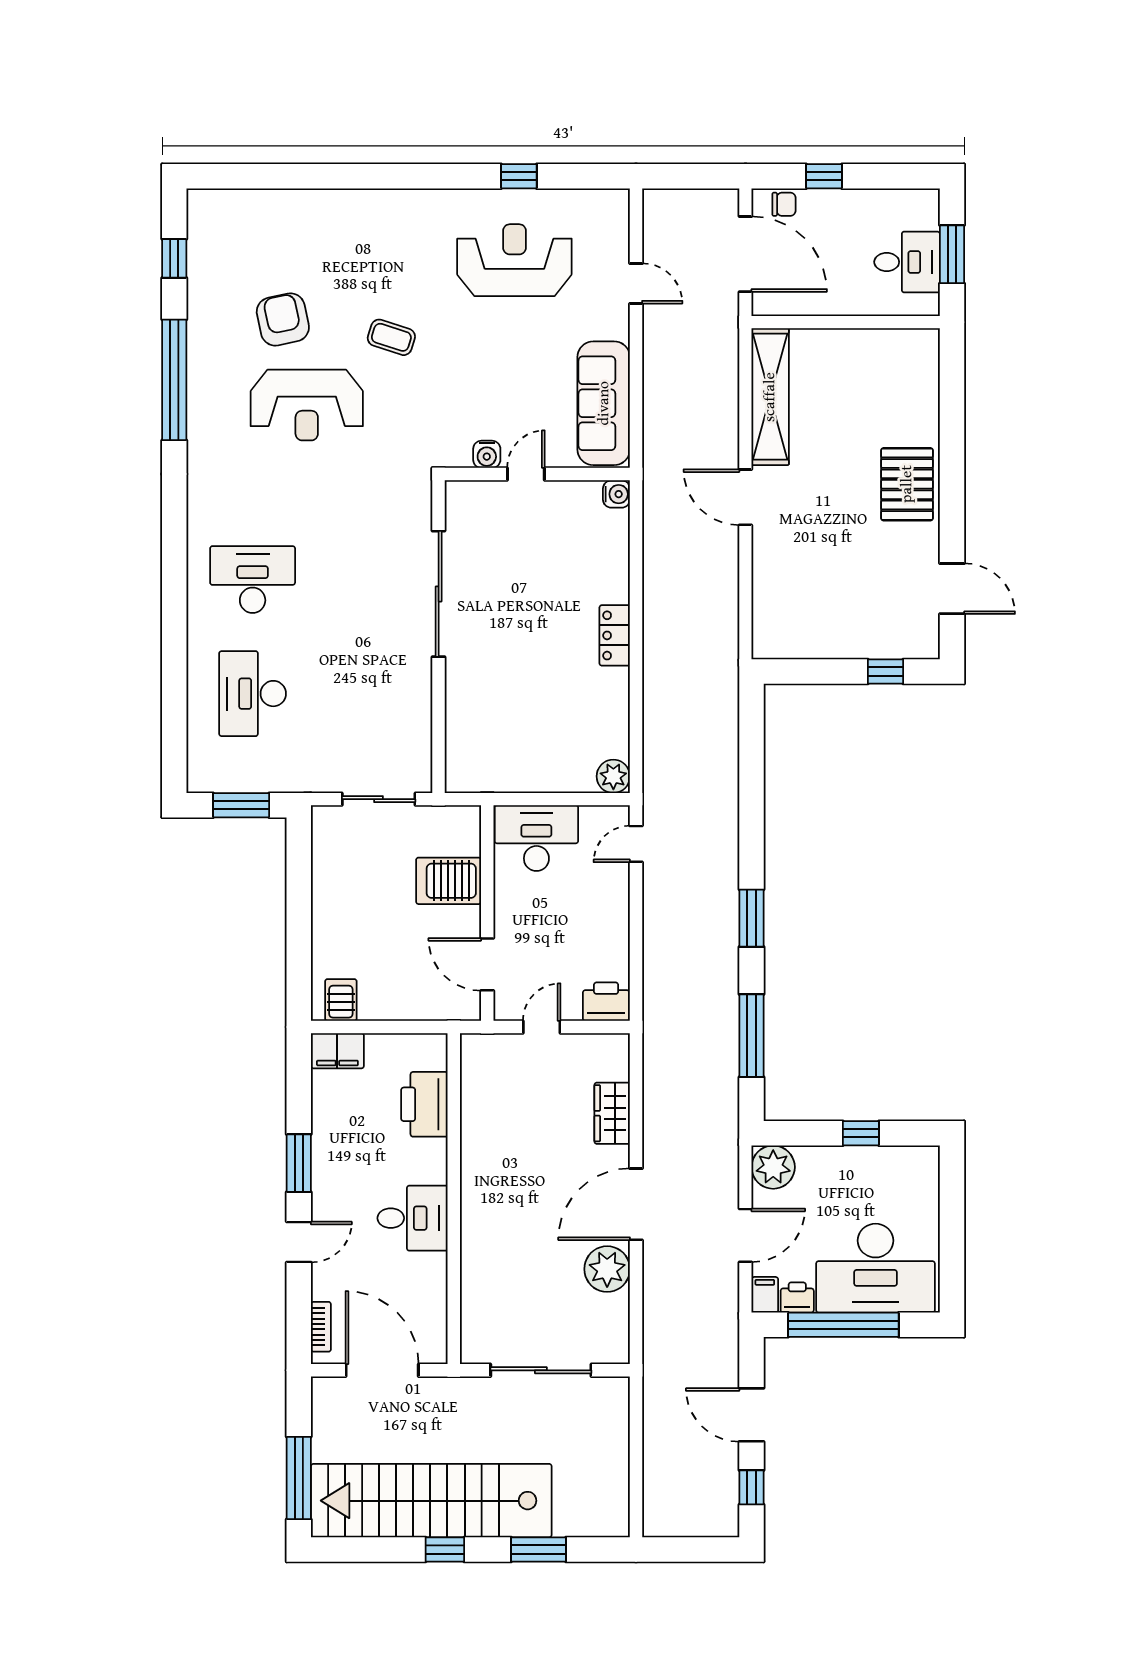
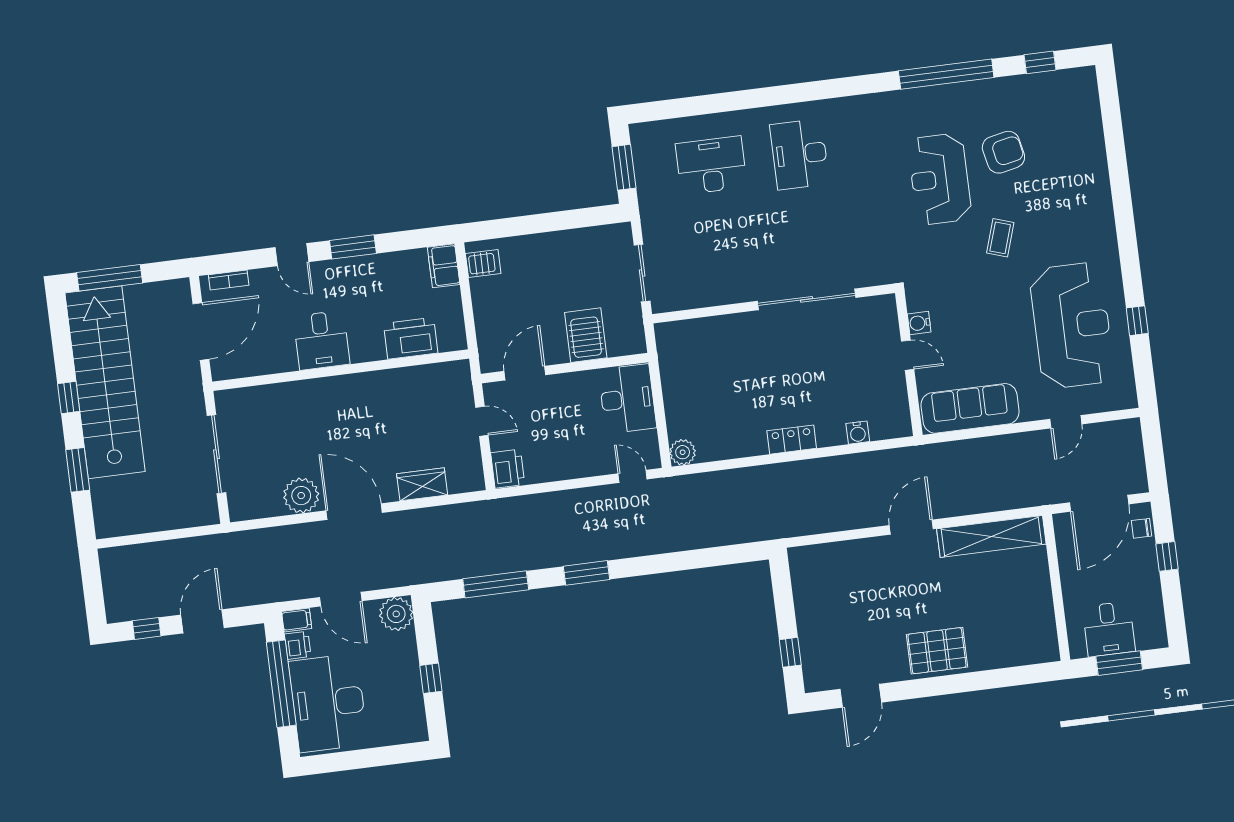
chair: (784, 204) -> (1141, 528), turned 90
reception desk: (514, 260) -> (1072, 325), width x1.36, depth x1.30
water cooler: (616, 494) -> (858, 433), moved
desk: (253, 580) -> (799, 154), turned 180

